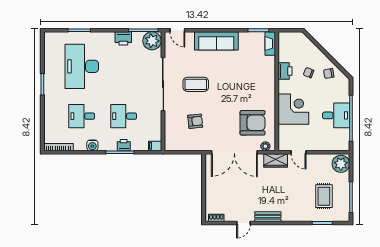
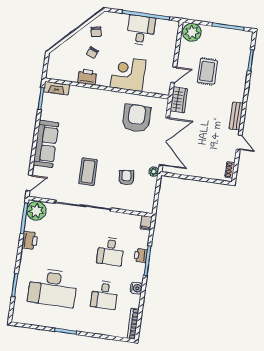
plant: (265, 146) -> (154, 172), moved
rug: (324, 196) -> (207, 71), moved, turned 90

